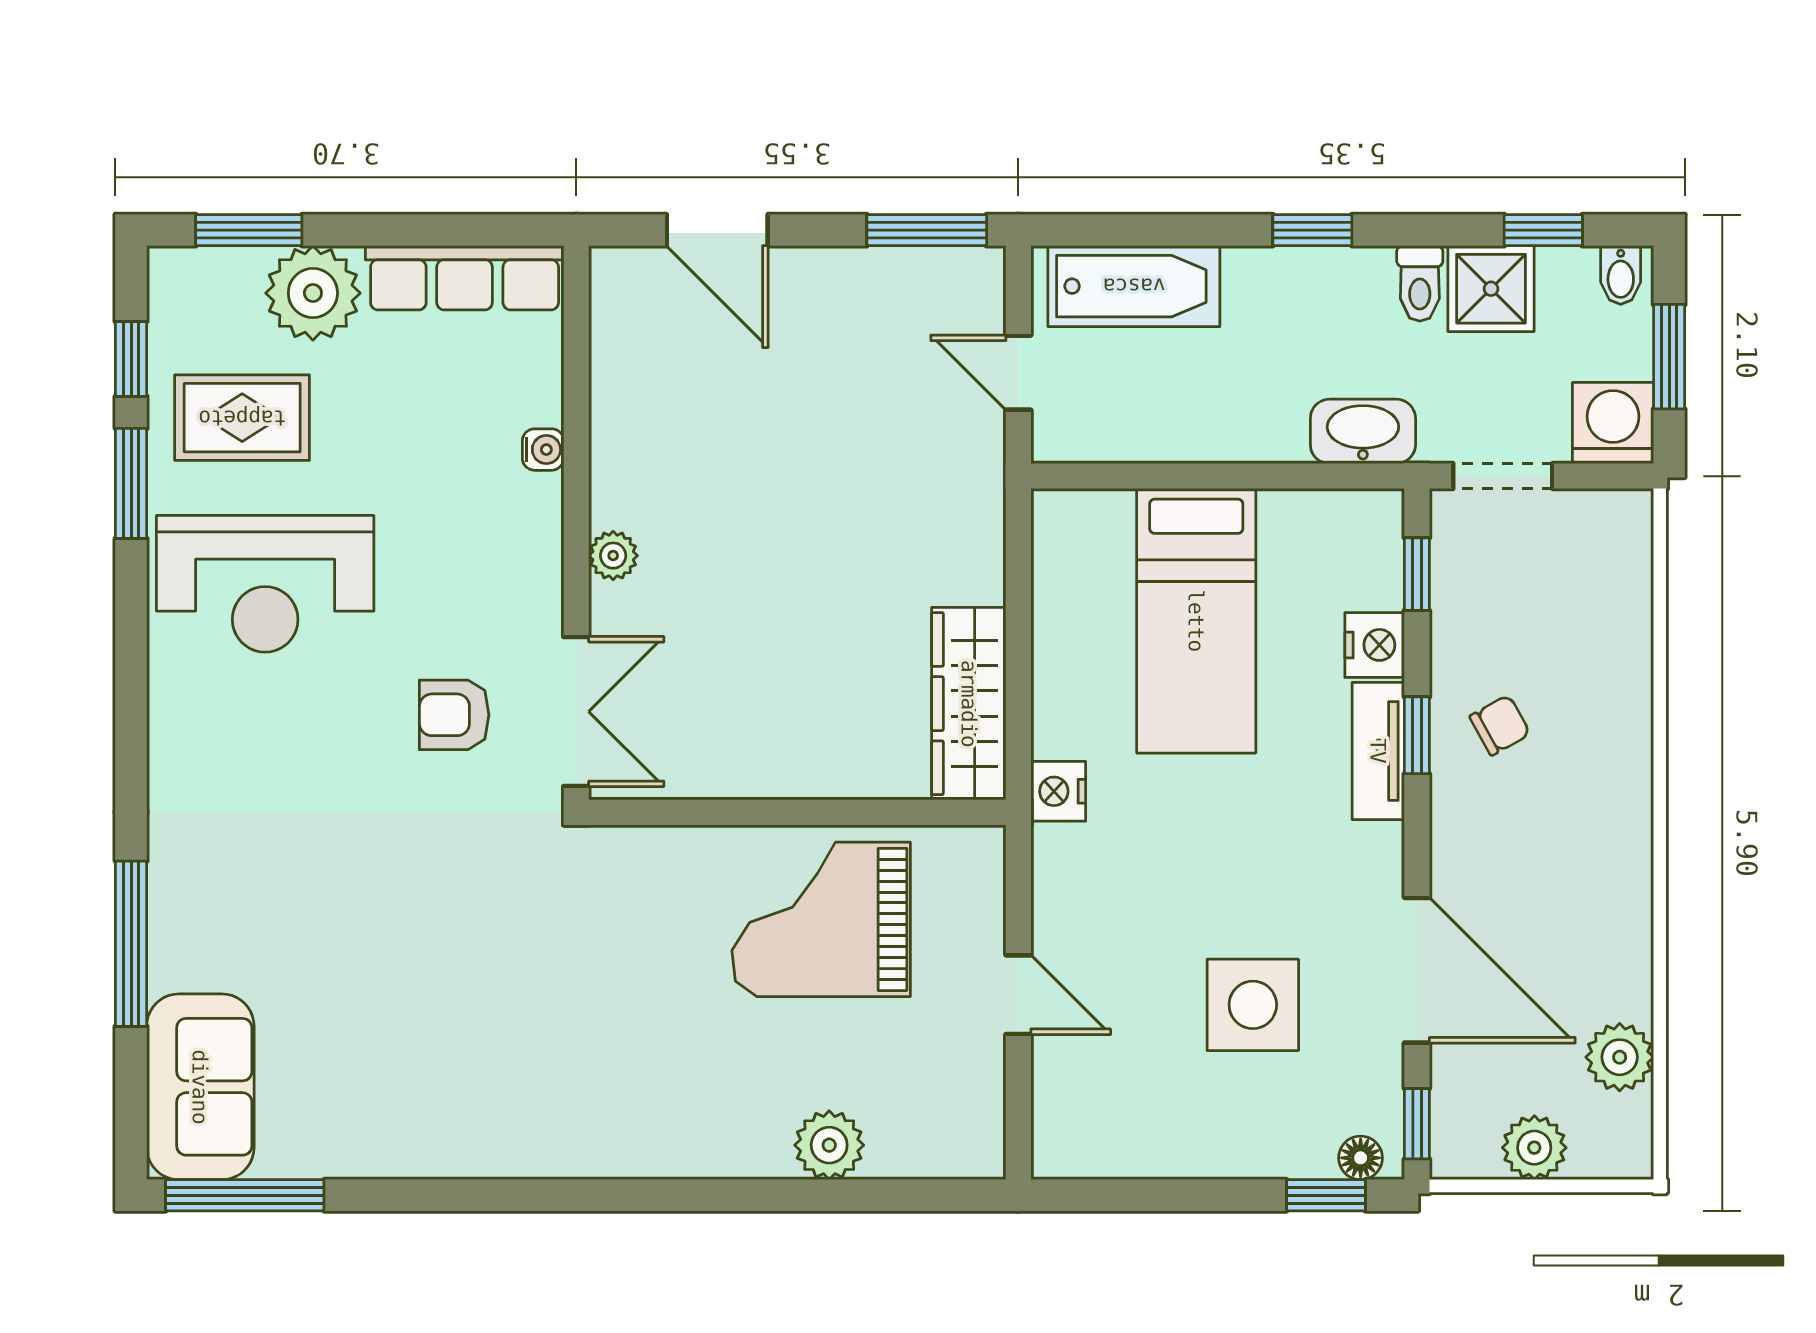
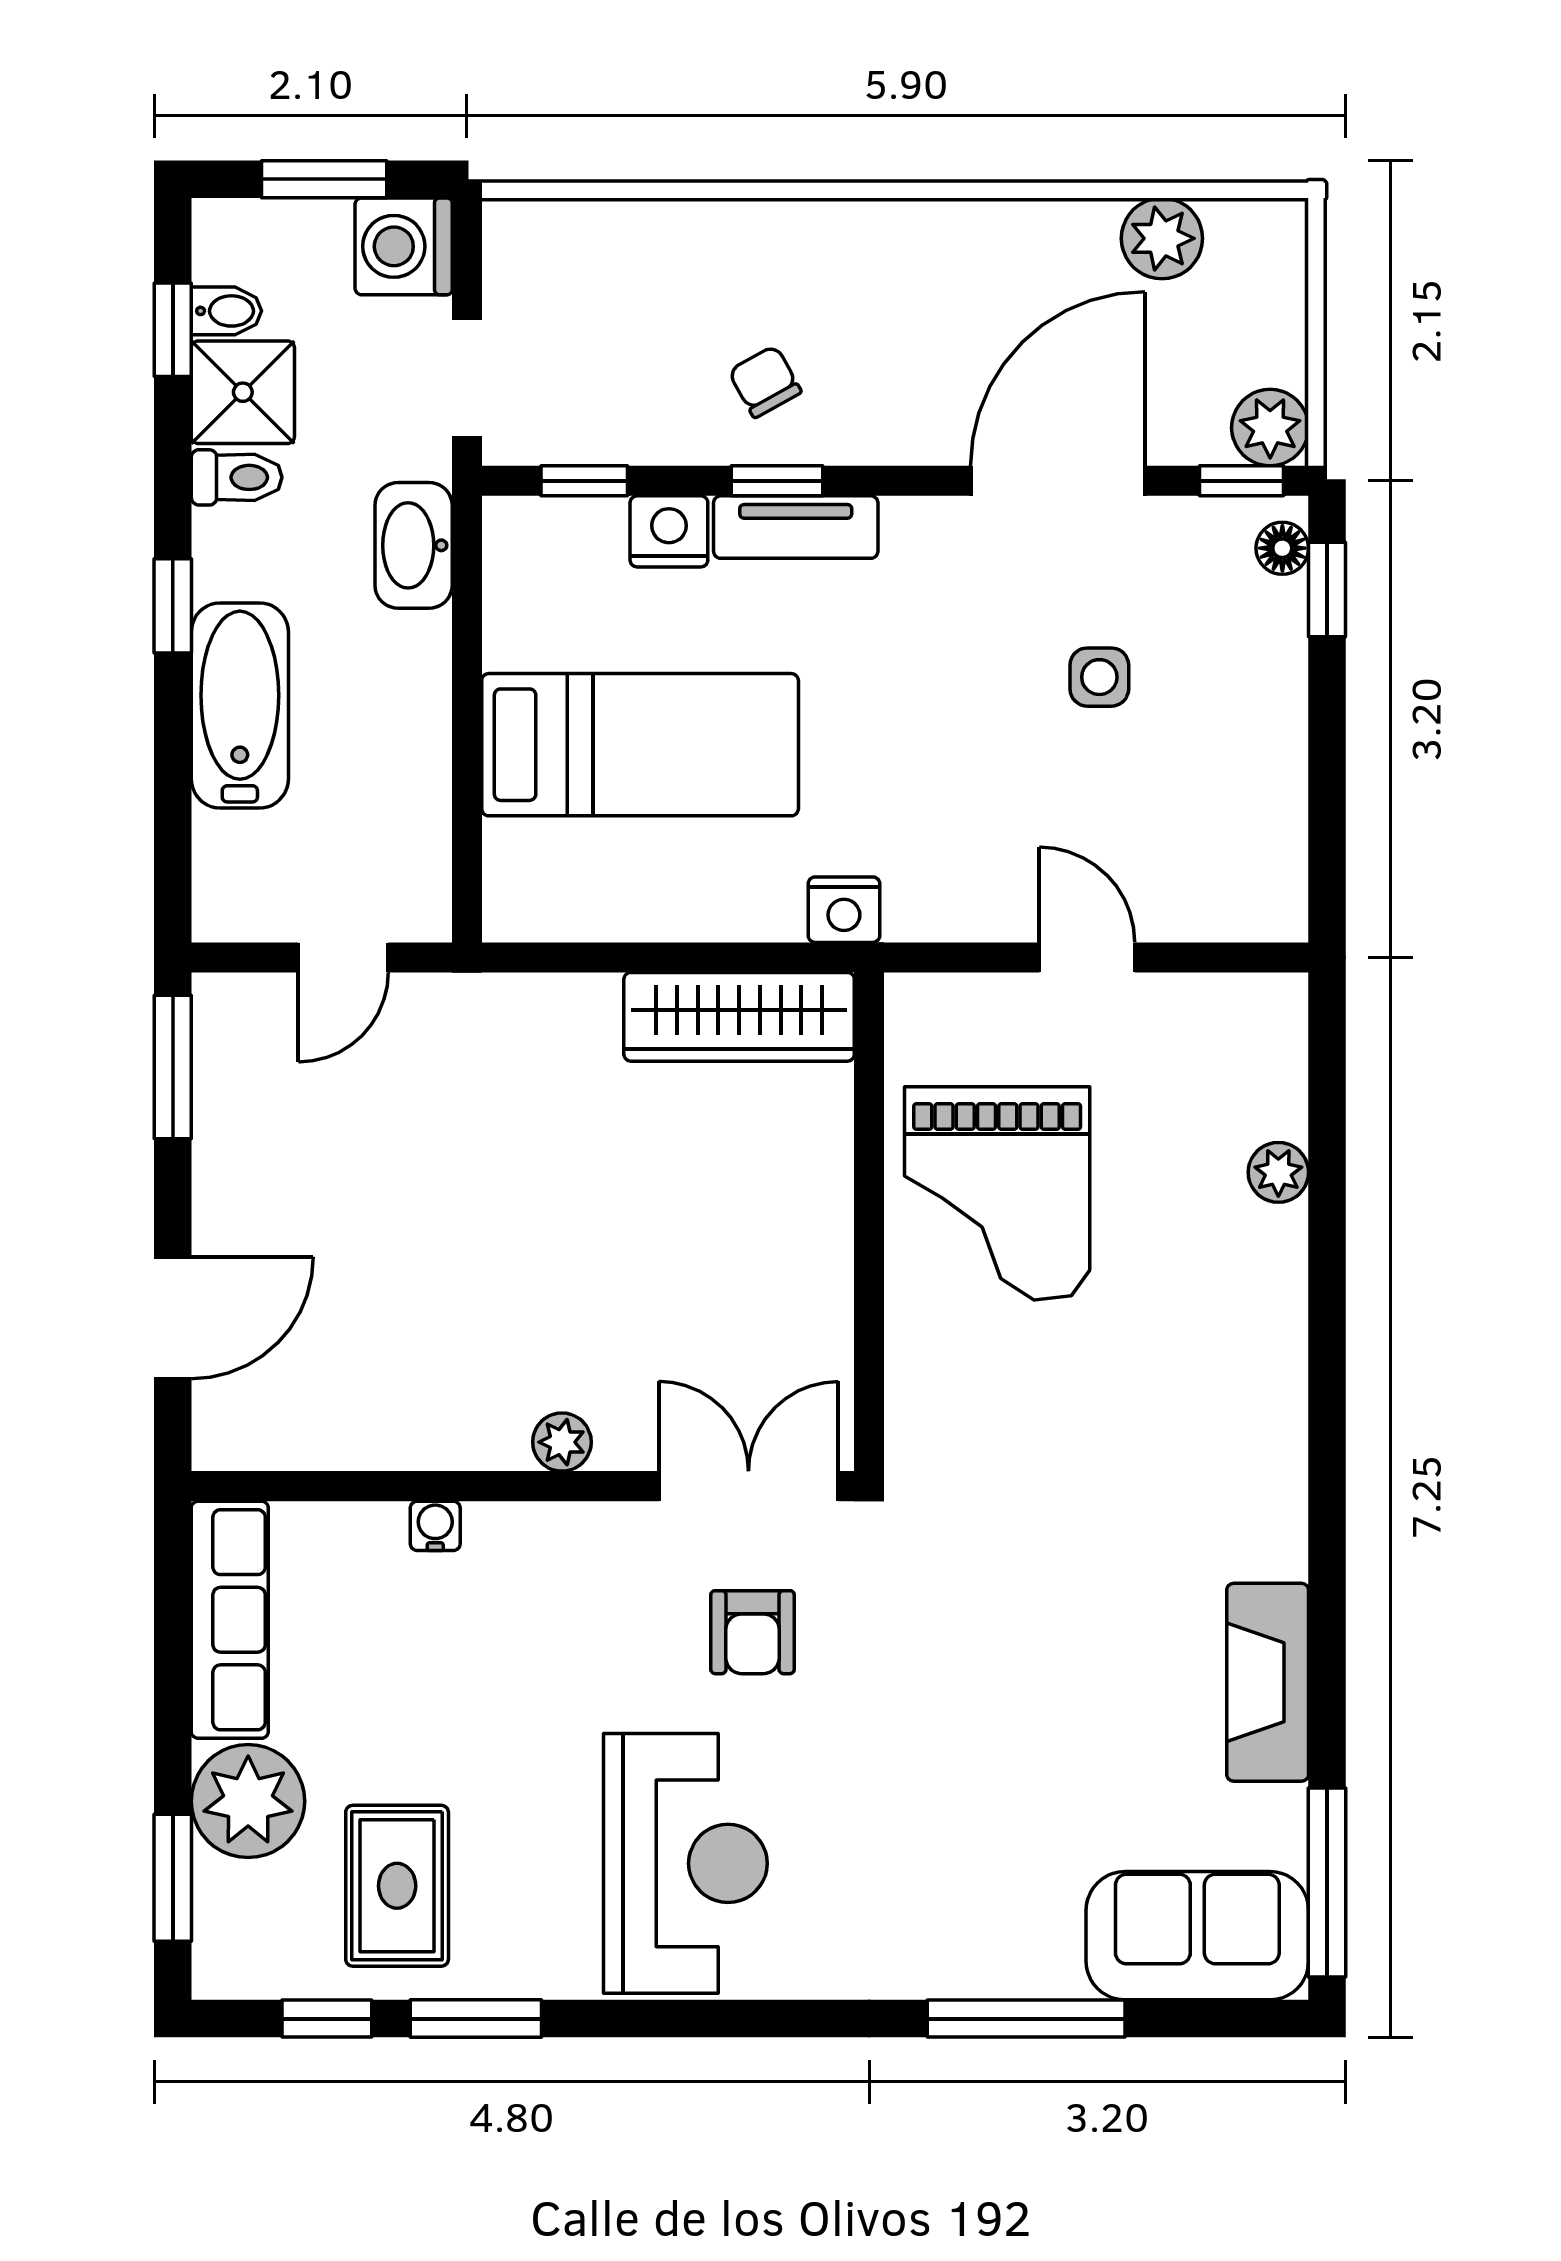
bidet: (1621, 275) -> (227, 311), moved
bathtub: (1134, 286) -> (240, 705), moved
reception desk: (265, 584) -> (685, 1863), moved
door: (1018, 995) -> (1087, 957), hinge flipped
side table: (1253, 1005) -> (1099, 677), width x0.54, depth x0.54
plant: (829, 1145) -> (1278, 1172), width x0.73, depth x0.73
fireplace: (412, 1146) -> (1268, 1682), added
plant: (1534, 1148) -> (1270, 428), moved

